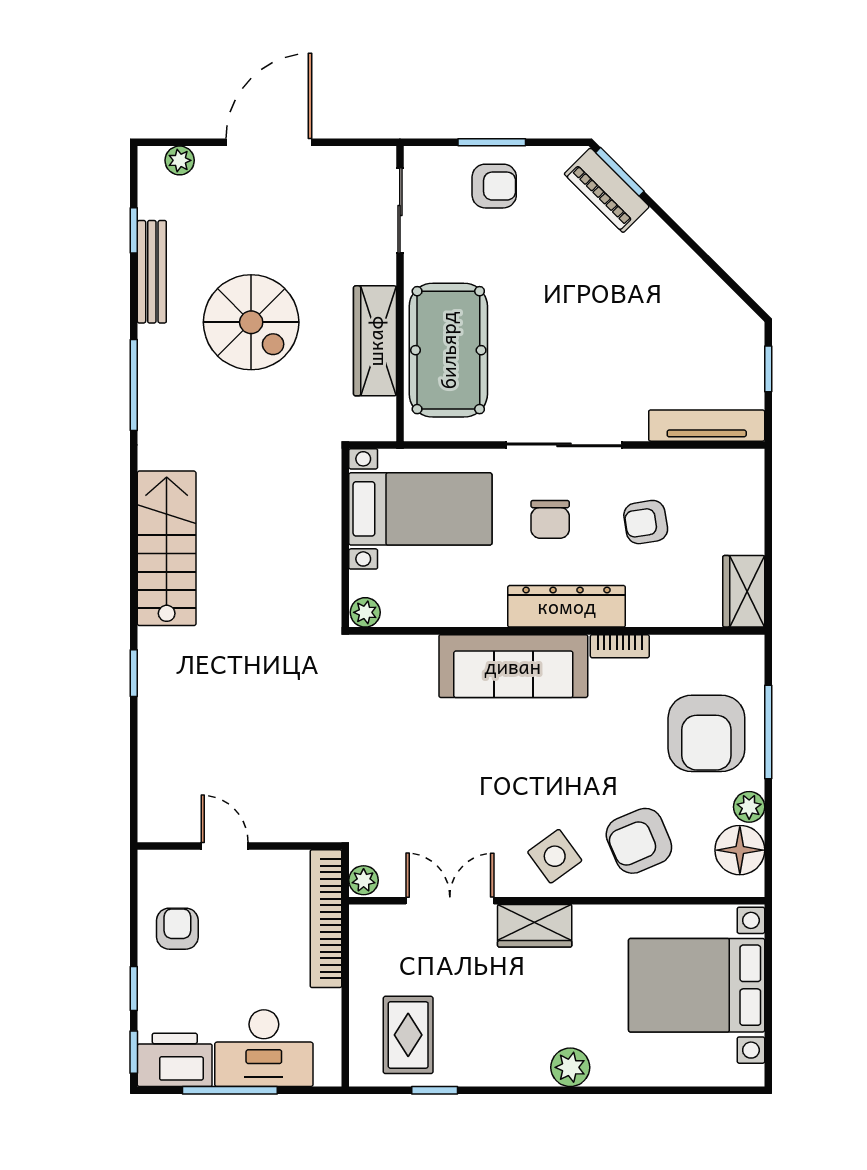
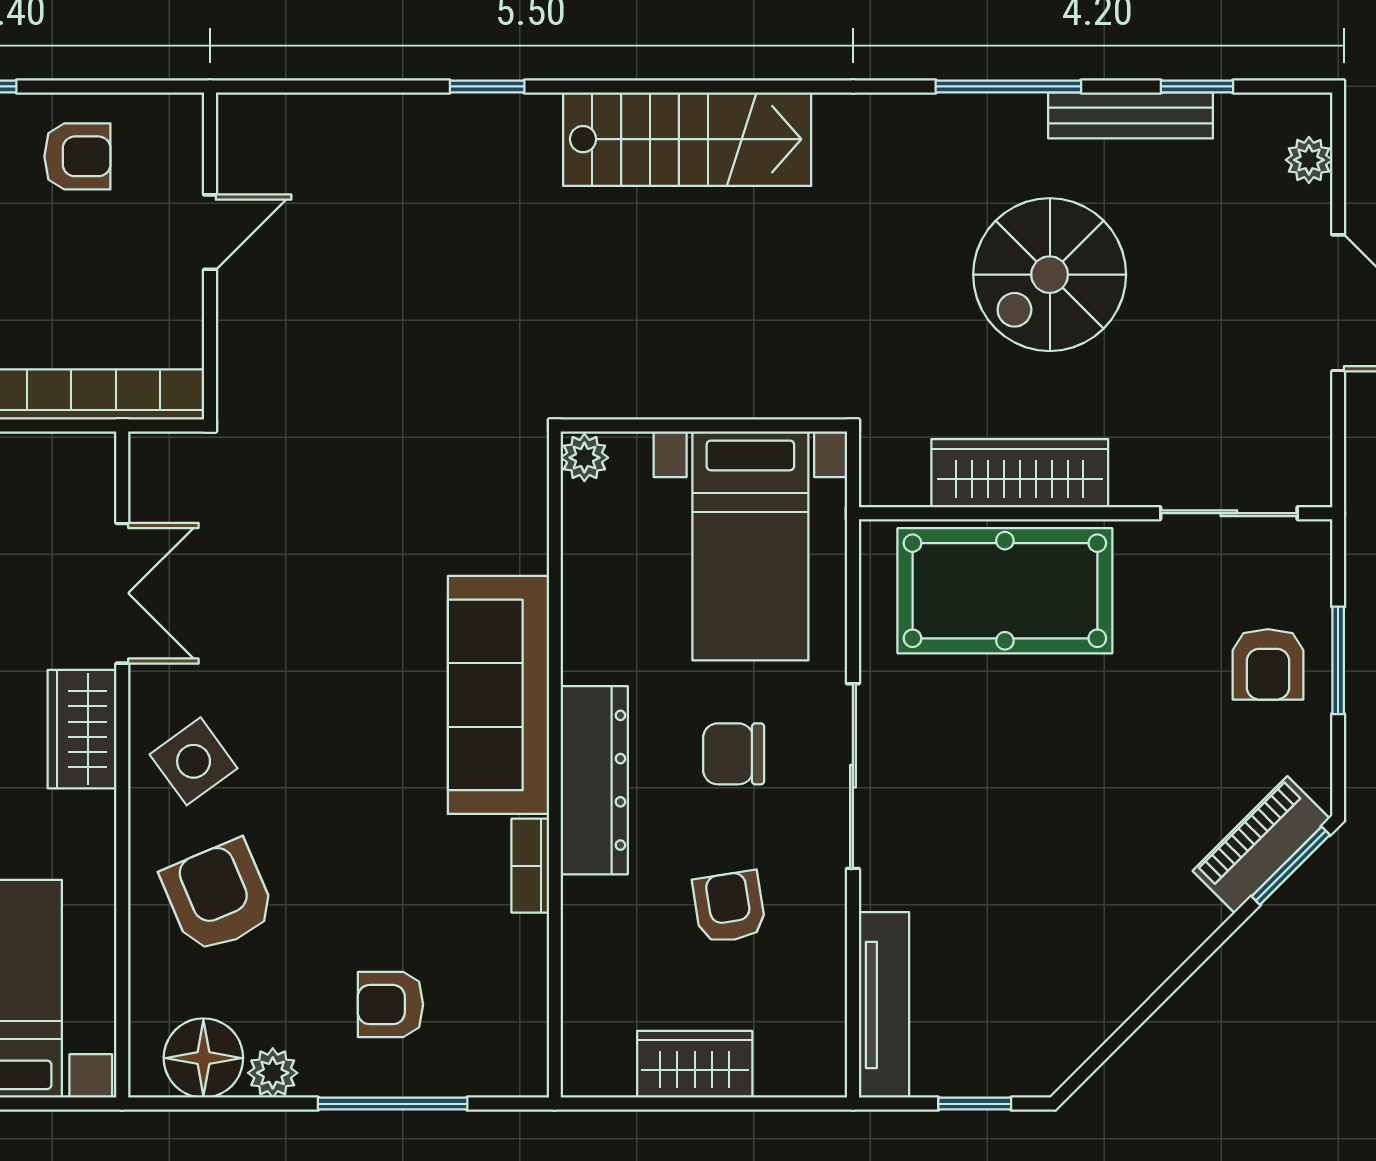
window: (134, 385) -> (1008, 86), moved
wardrobe: (744, 591) -> (695, 1064), moved
armchair: (706, 733) -> (390, 1005), width x0.53, depth x0.53
plant: (364, 880) -> (155, 455), removed

